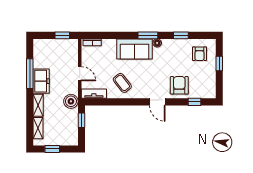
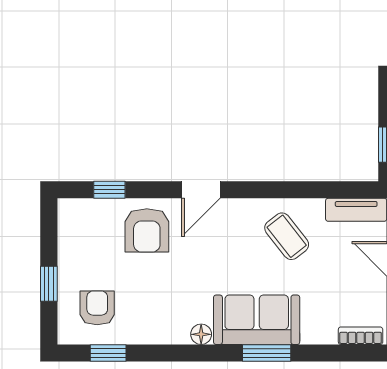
window: (148, 35) -> (267, 353), moved
window: (181, 35) -> (108, 353), moved
door: (157, 102) -> (201, 190), swing flipped

